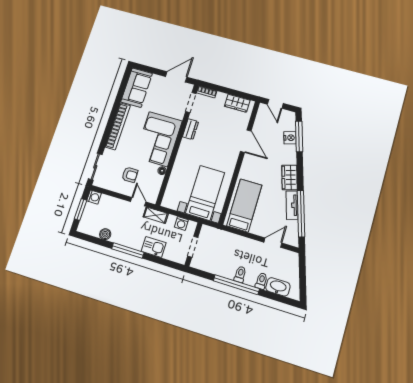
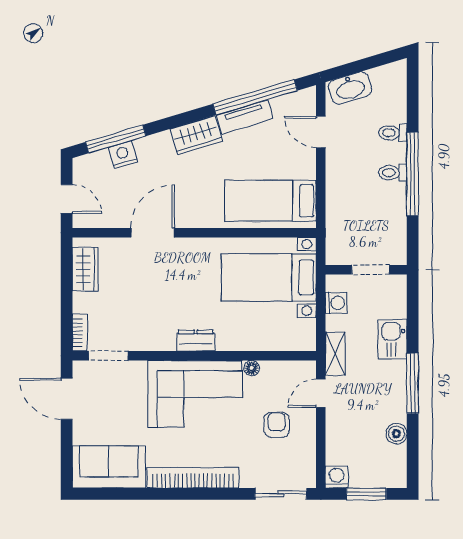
door: (275, 104) -> (67, 199), hinge flipped
dresser: (190, 129) -> (196, 341), moved
washbasin: (278, 287) -> (350, 88), moved, turned -107

